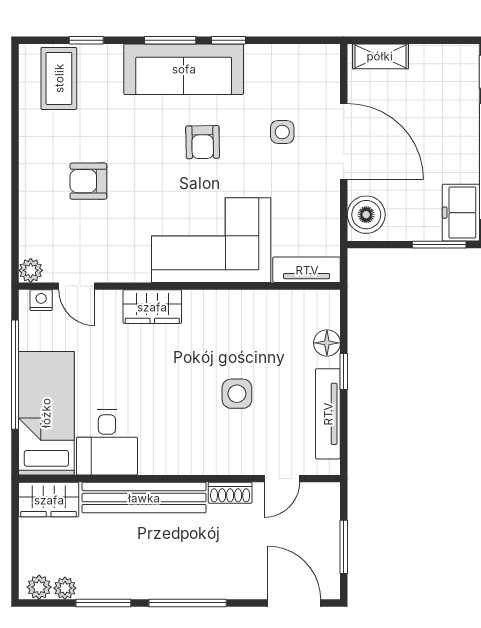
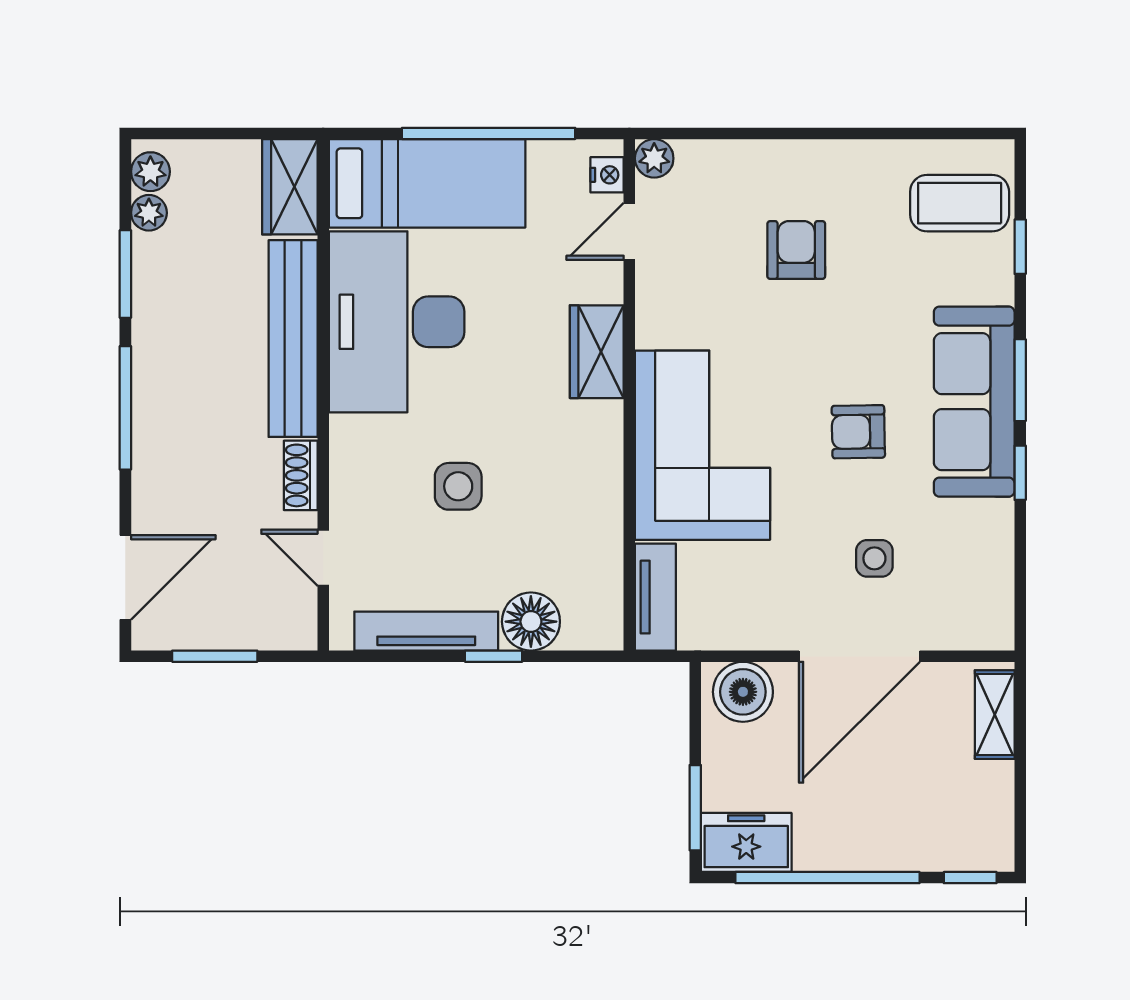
floor lamp: (327, 343) -> (531, 622), width x1.38, depth x1.38
desk: (107, 442) -> (397, 322), width x1.87, depth x1.30

